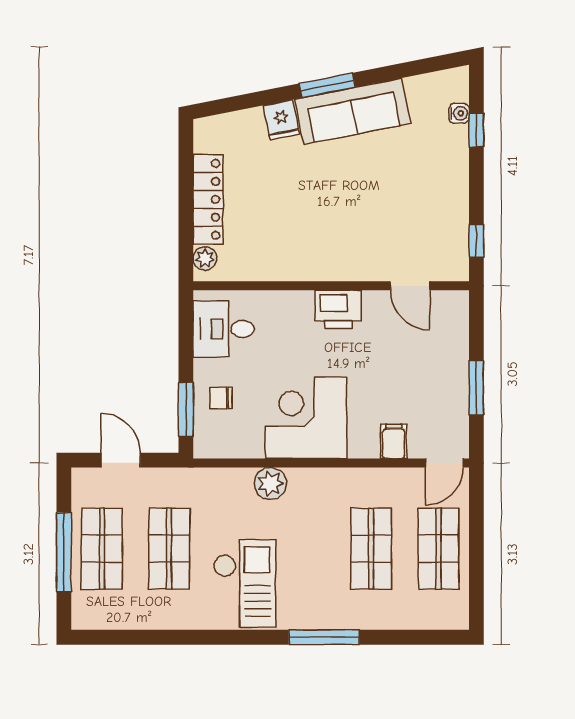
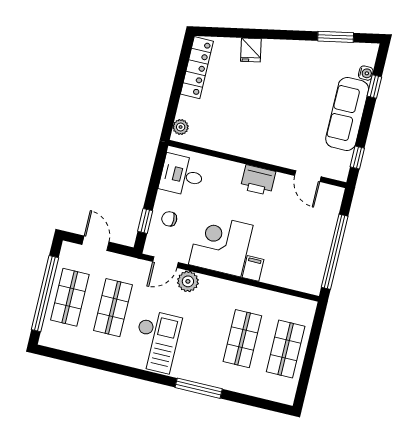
window: (327, 85) -> (336, 37), moved
sofa: (353, 111) -> (347, 114), moved, turned 101
locker: (208, 199) -> (197, 68), moved
window: (476, 388) -> (335, 252), width x2.11
window: (186, 410) -> (145, 221), width x0.67
filing cabinet: (394, 441) -> (253, 268), moved
door: (444, 463) -> (165, 262), moved
window: (64, 552) -> (45, 294), width x1.46

